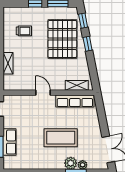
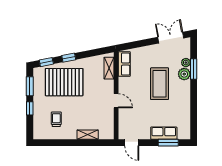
door: (43, 93) -> (116, 101), swing flipped
row of seats: (75, 101) -> (124, 64), width x0.68

